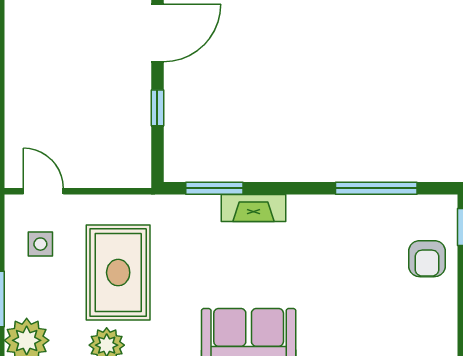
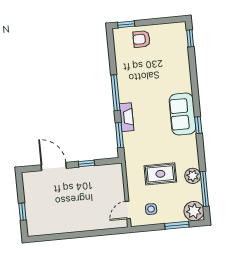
window: (376, 188) -> (115, 93), moved
armchair: (427, 259) -> (141, 39), turned 180
rug: (118, 273) -> (160, 174), width x0.73, depth x0.70

